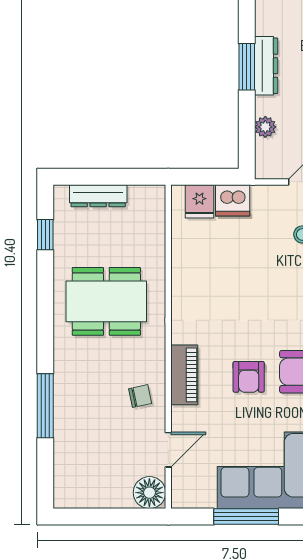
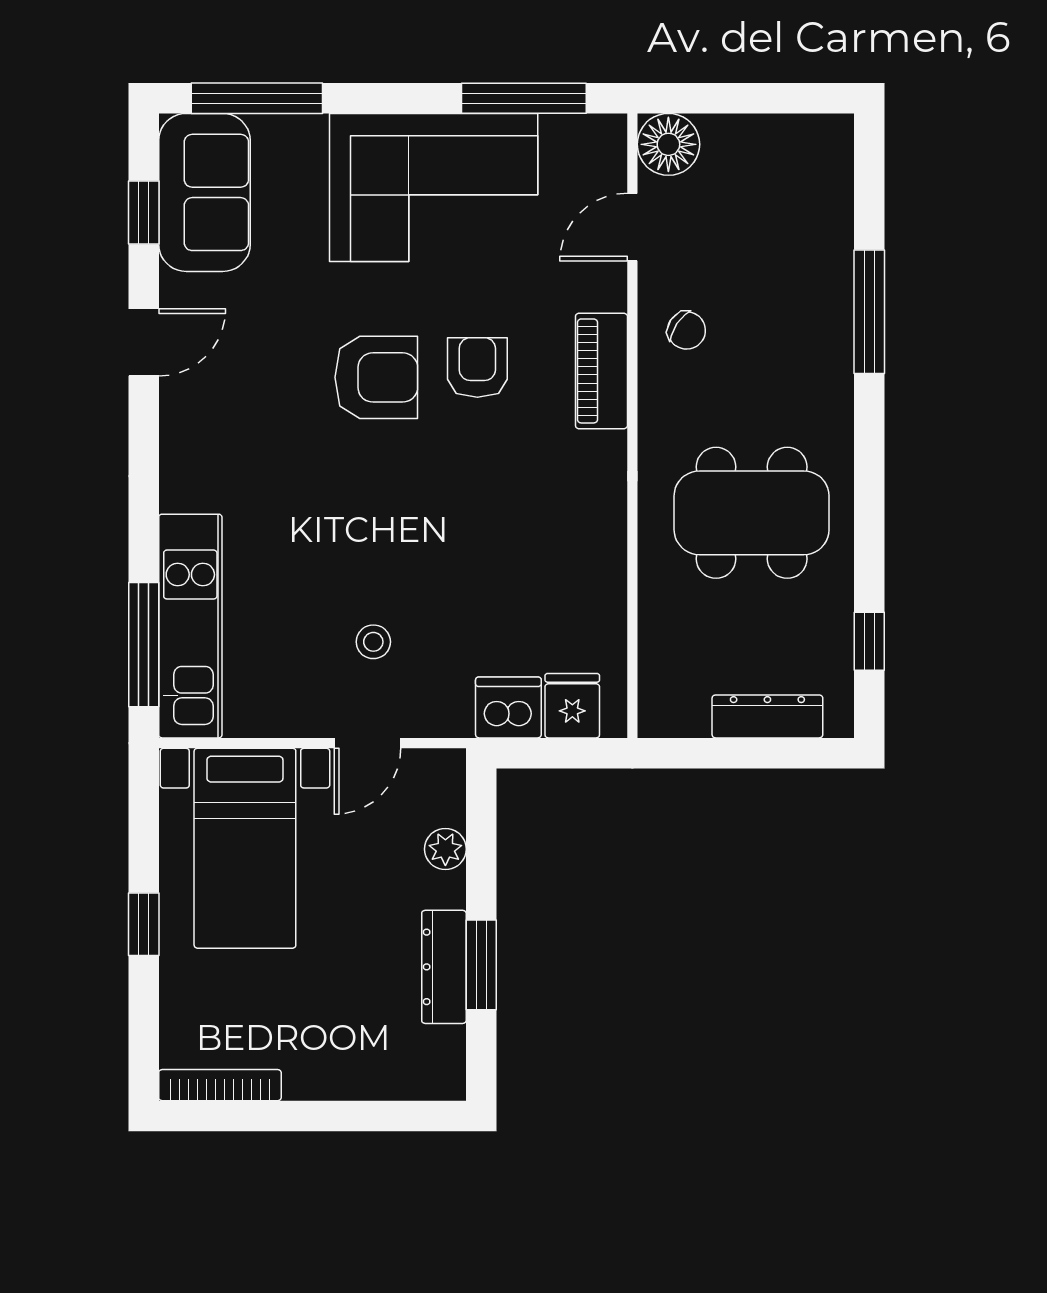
chair: (140, 396) -> (686, 330), turned -134
window: (246, 517) -> (524, 98), moved

